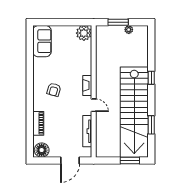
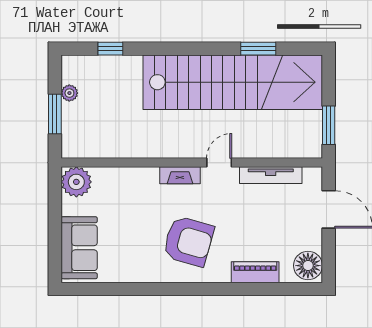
sofa: (42, 41) -> (79, 248), moved, turned 90
window: (151, 78) -> (110, 49), moved
armchair: (54, 90) -> (188, 241), width x1.88, depth x1.88
window: (130, 160) -> (329, 125), moved

